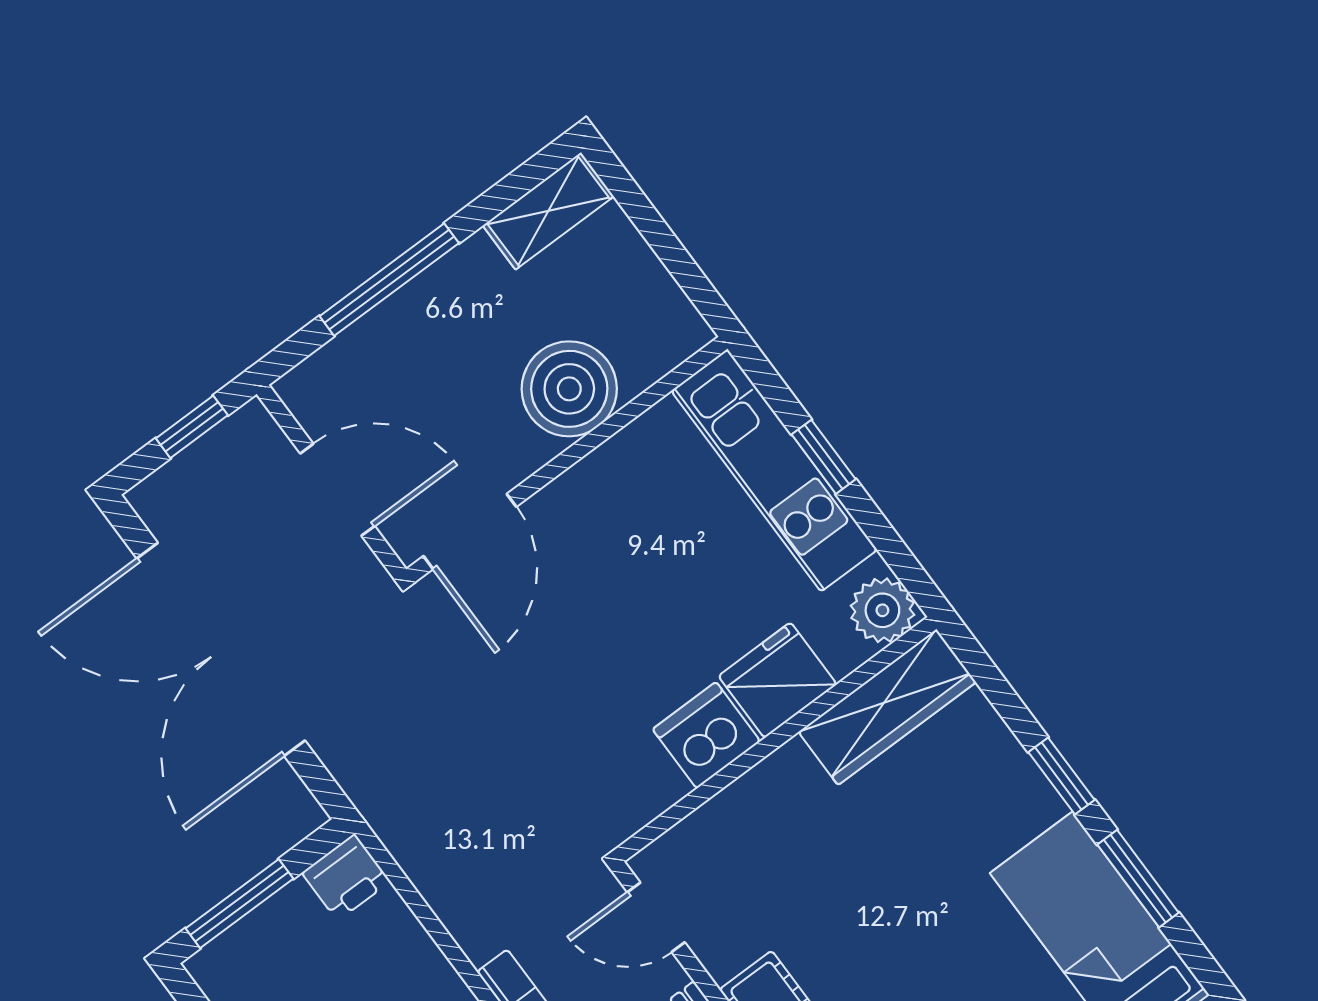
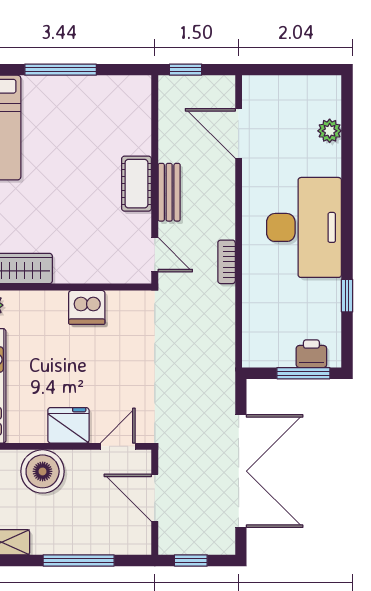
door: (470, 531) -> (118, 446), width x0.73
fridge: (778, 680) -> (68, 425), moved, turned 180
printer: (346, 877) -> (311, 354), moved

